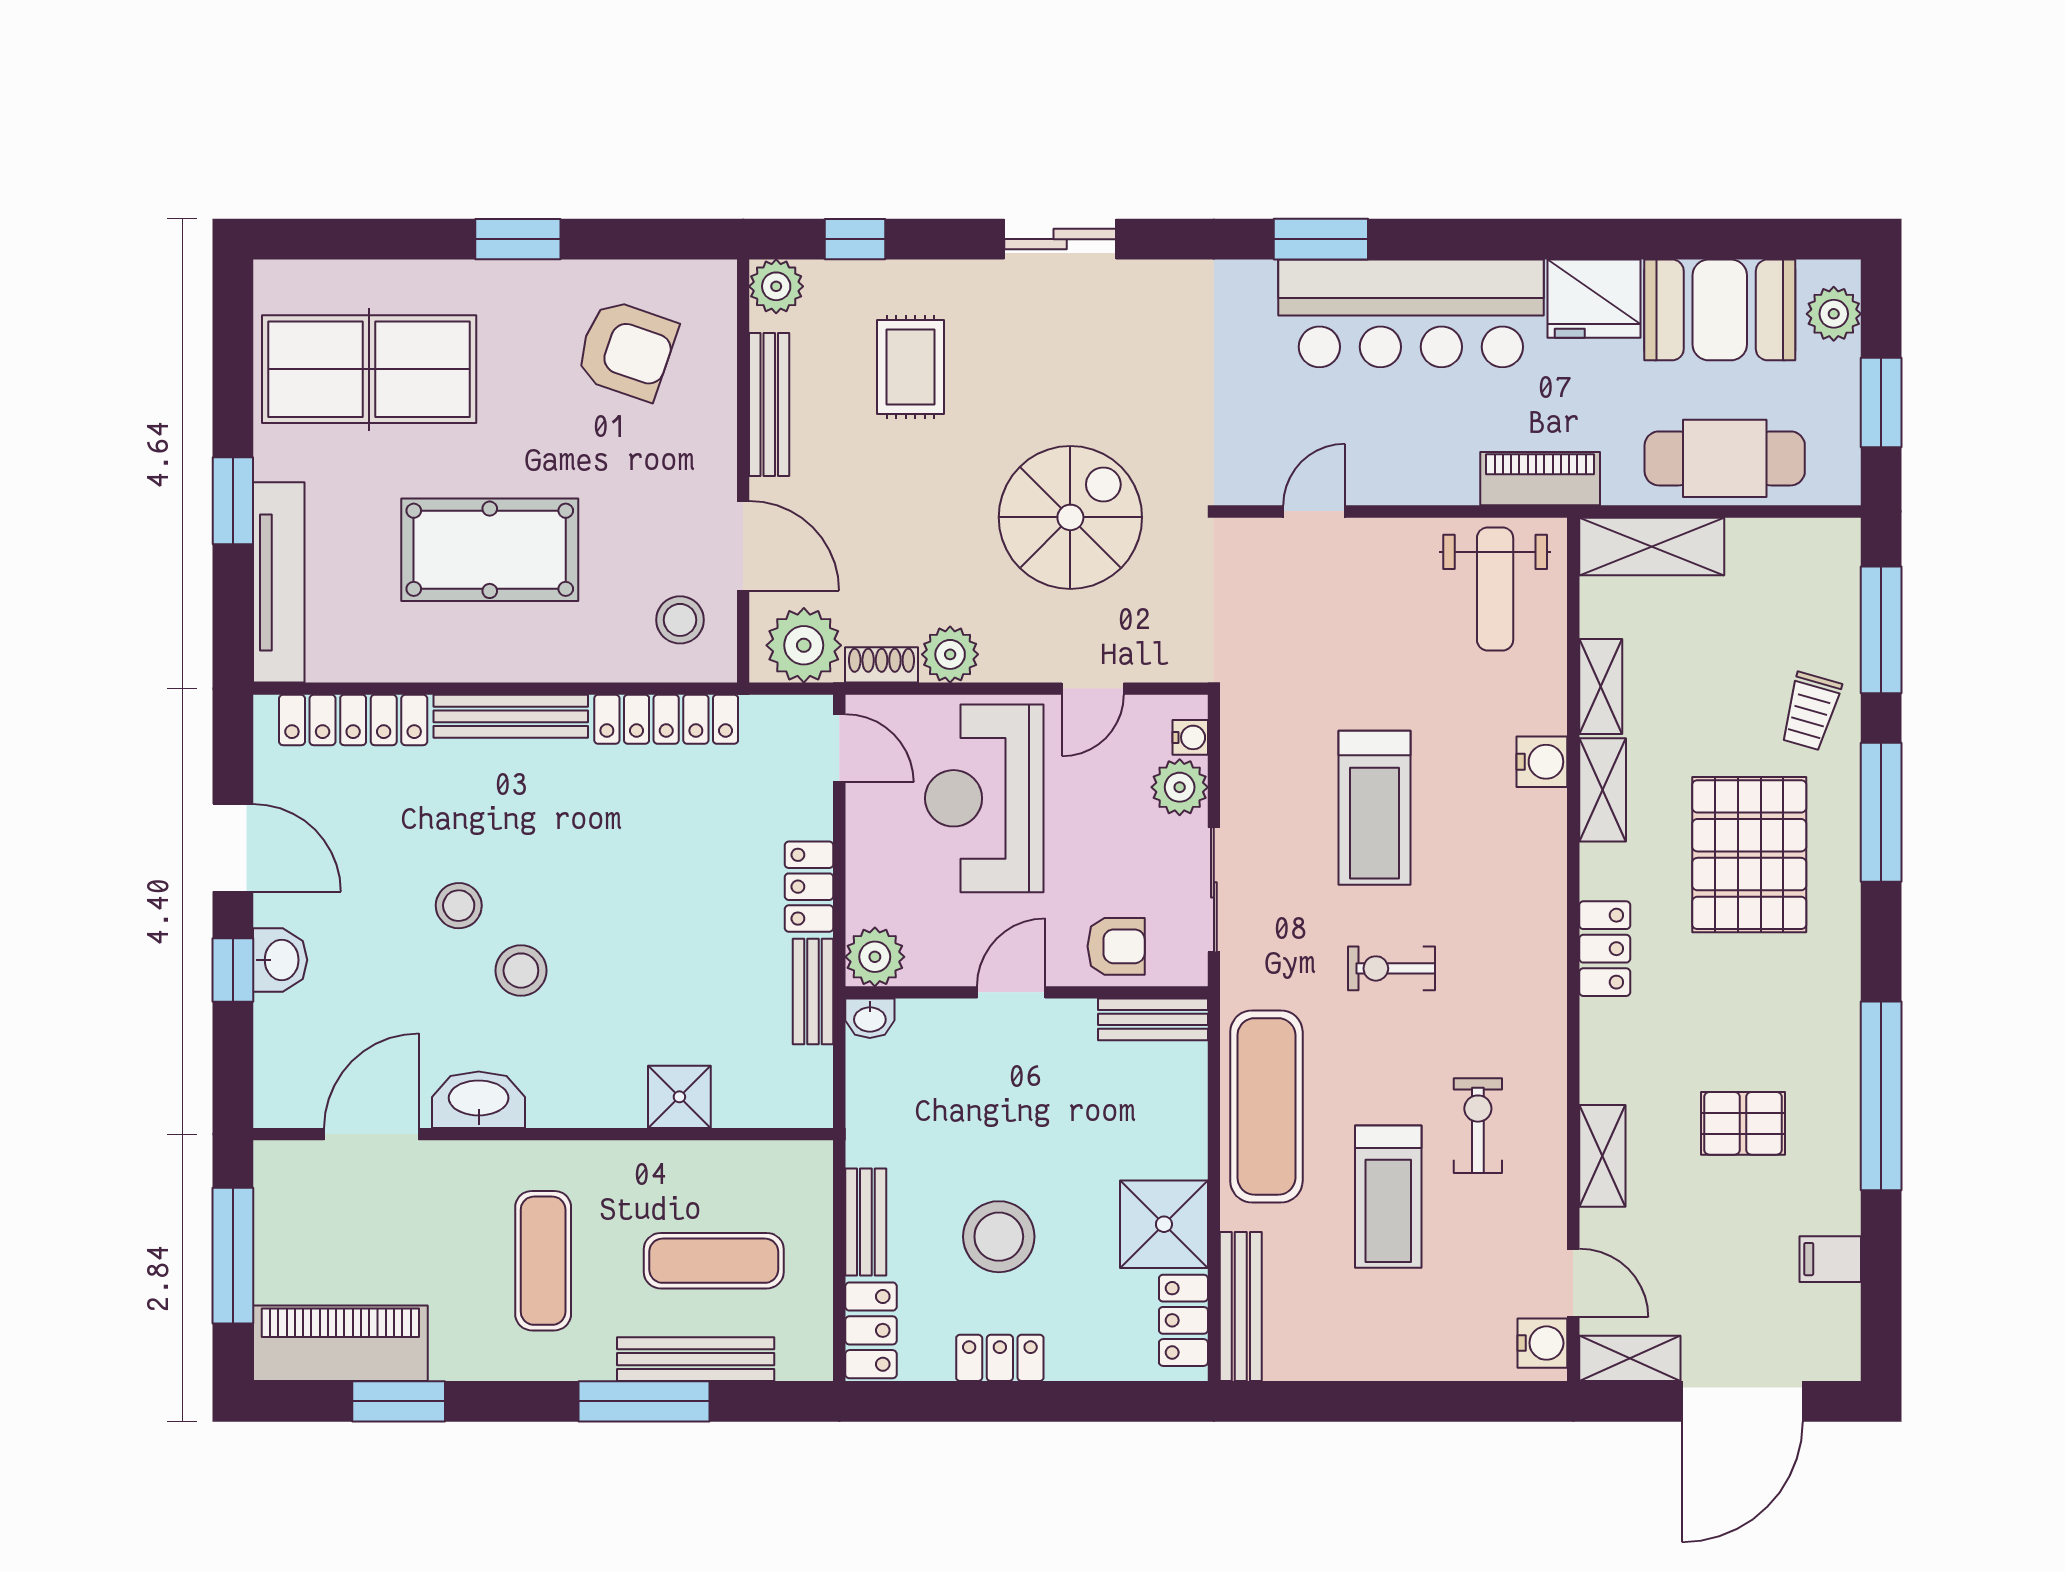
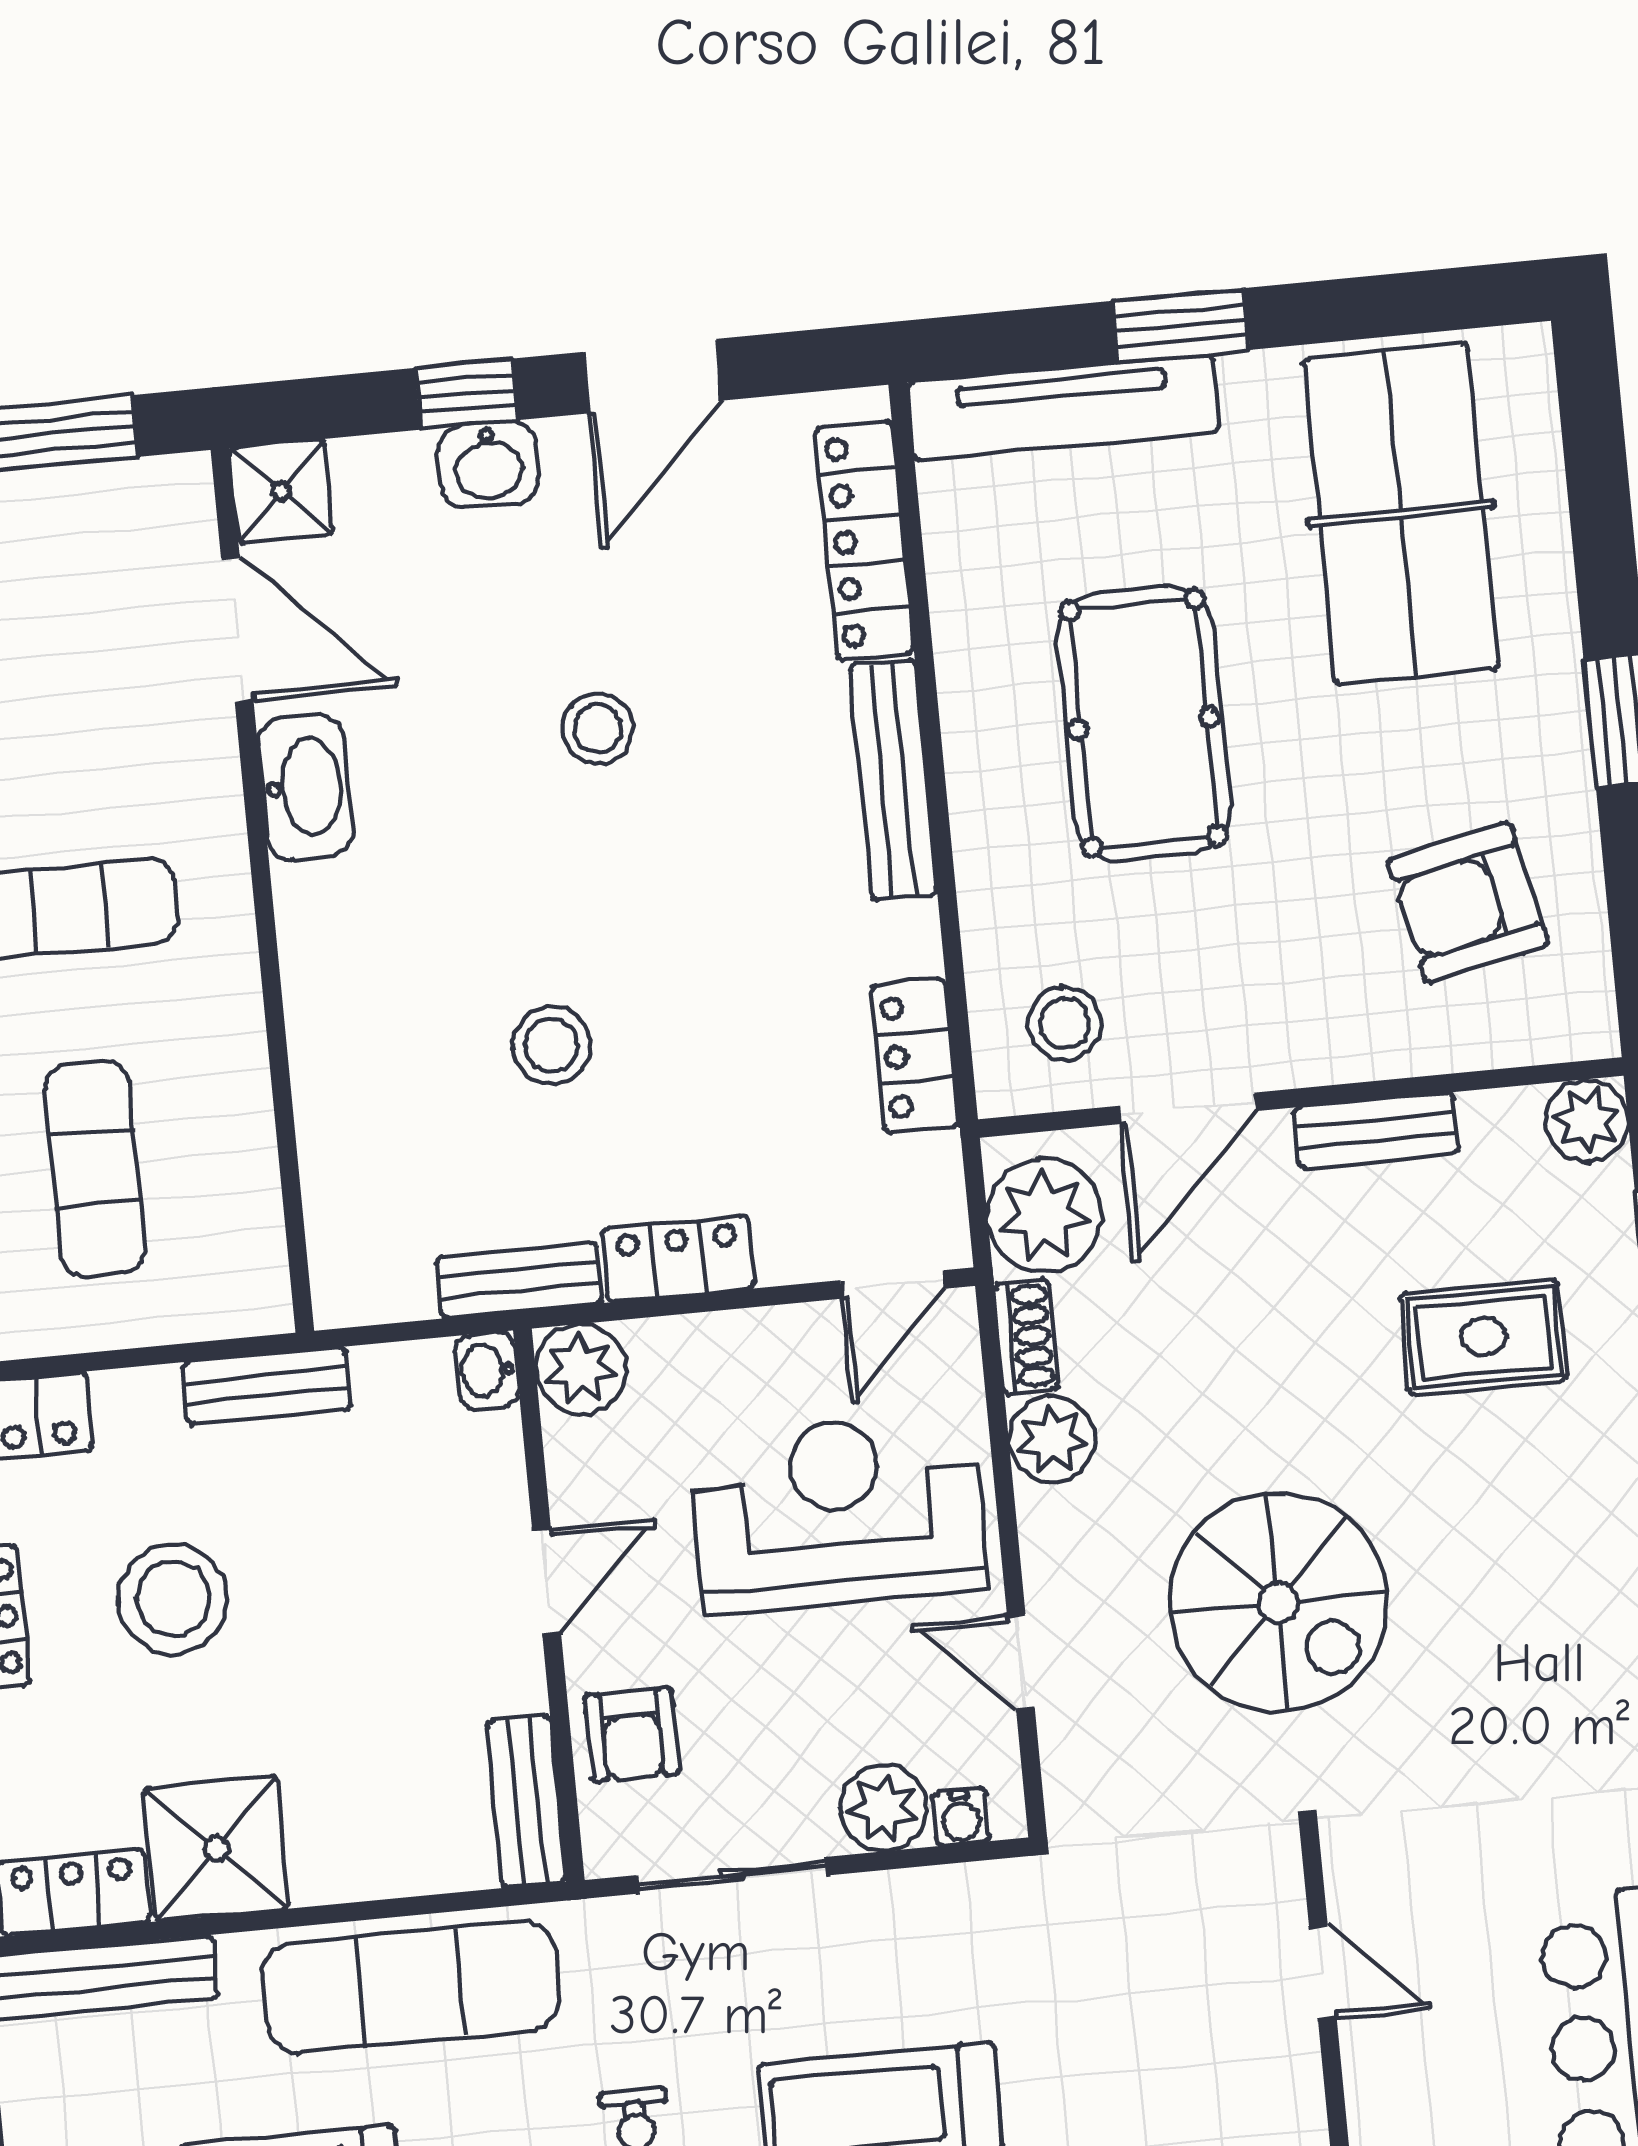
armchair: (626, 350) -> (1468, 902), turned 59
bench: (769, 405) -> (1377, 1130), width x0.73
locker: (666, 719) -> (915, 1056), width x0.66
stool: (521, 971) -> (552, 1045), moved
door: (1011, 992) -> (547, 1582), hinge flipped
shower: (679, 1097) -> (281, 491), moved
bench: (866, 1222) -> (267, 1385), moved

